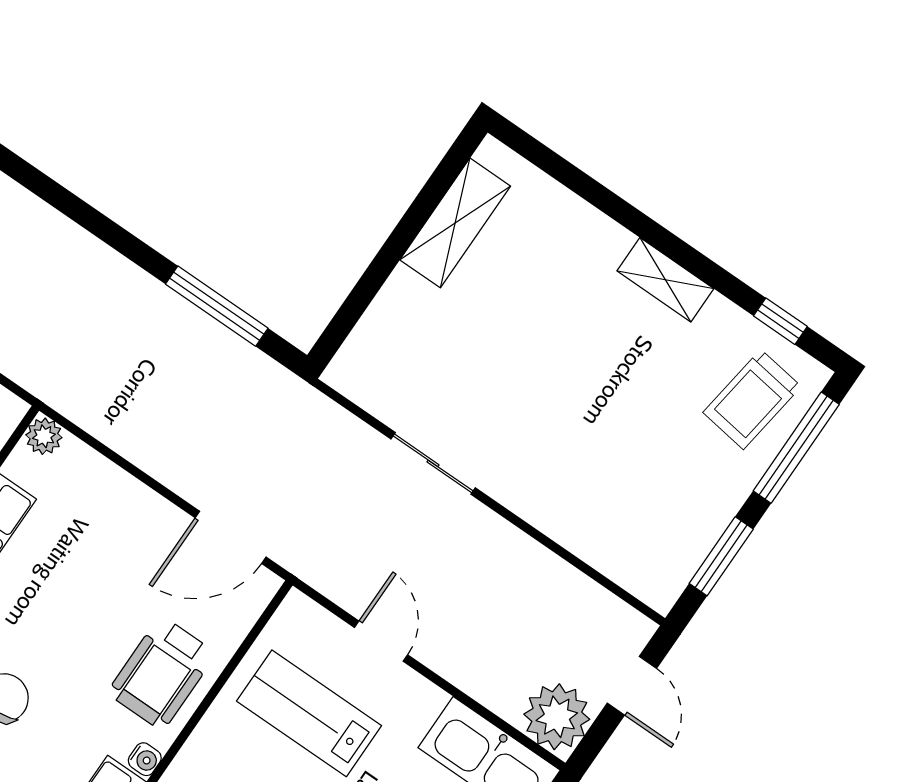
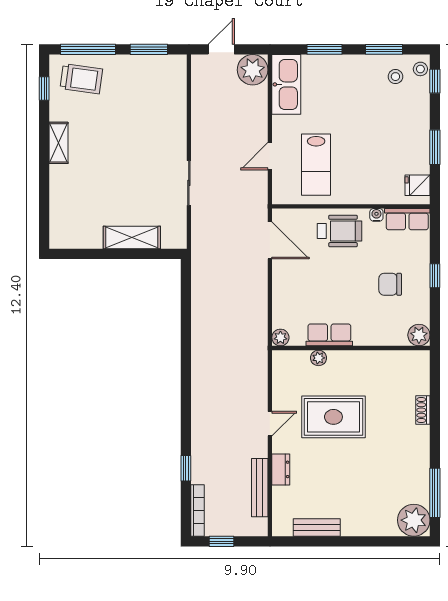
shelving: (455, 223) -> (132, 237), moved
window: (217, 306) -> (186, 306), removed

